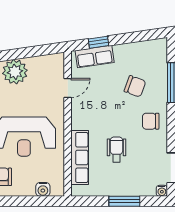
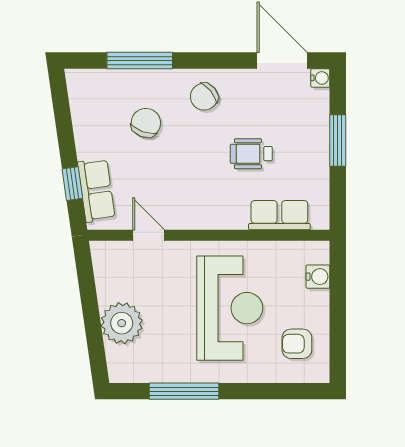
chair: (151, 121) -> (204, 97), turned 51
row of seats: (80, 158) -> (279, 215), width x0.68

